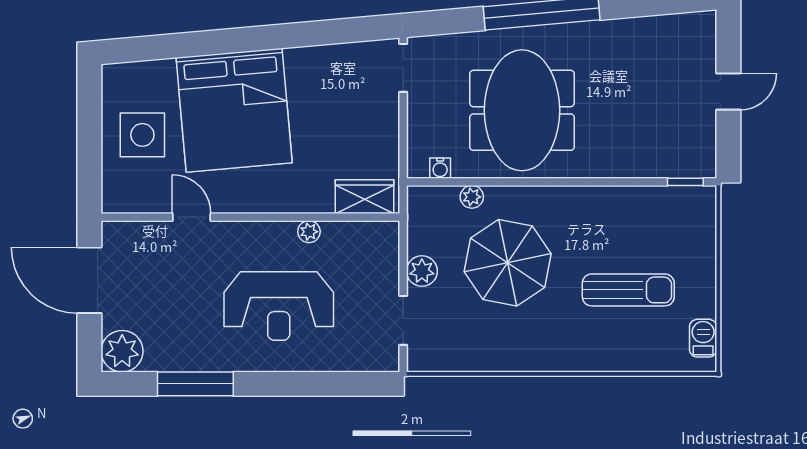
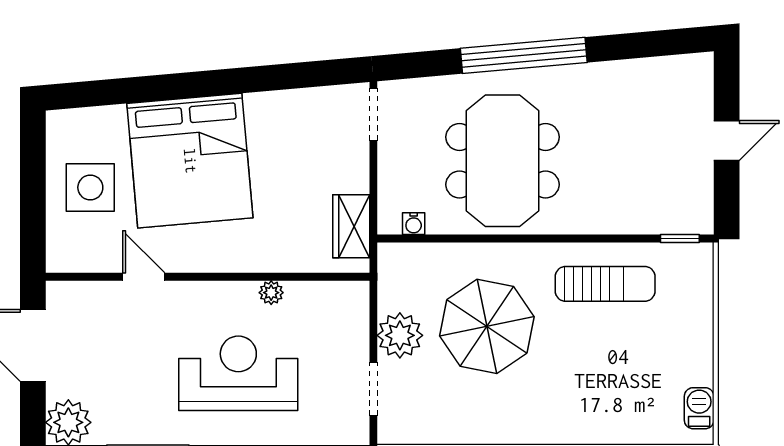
wardrobe: (364, 197) -> (351, 226), moved, turned -90
plant: (472, 197) -> (448, 255), removed
plant: (422, 271) -> (400, 335), width x1.36, depth x1.36
sun lounger: (628, 290) -> (605, 284), moved
reception desk: (279, 306) -> (238, 373), turned 180

